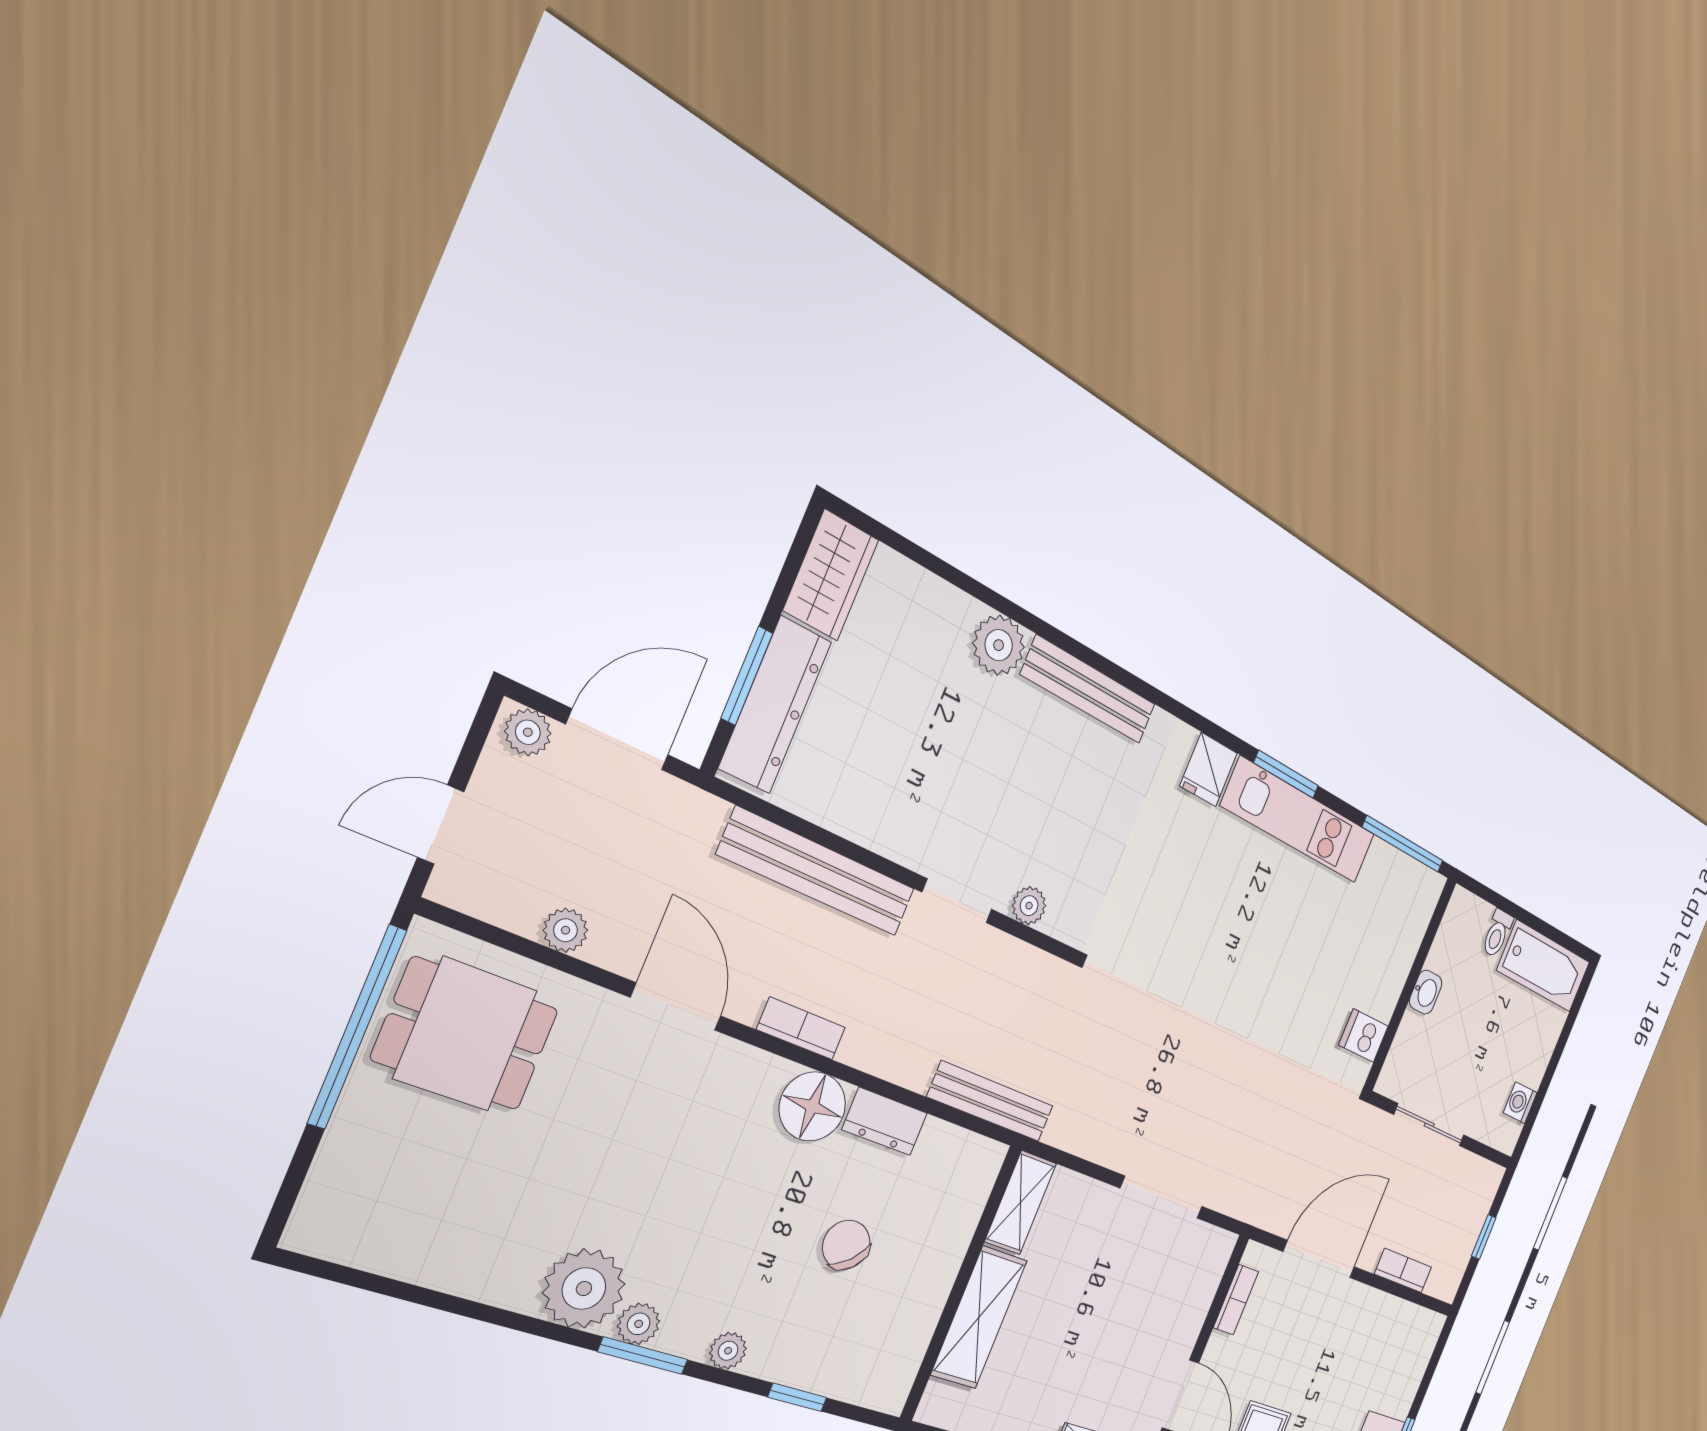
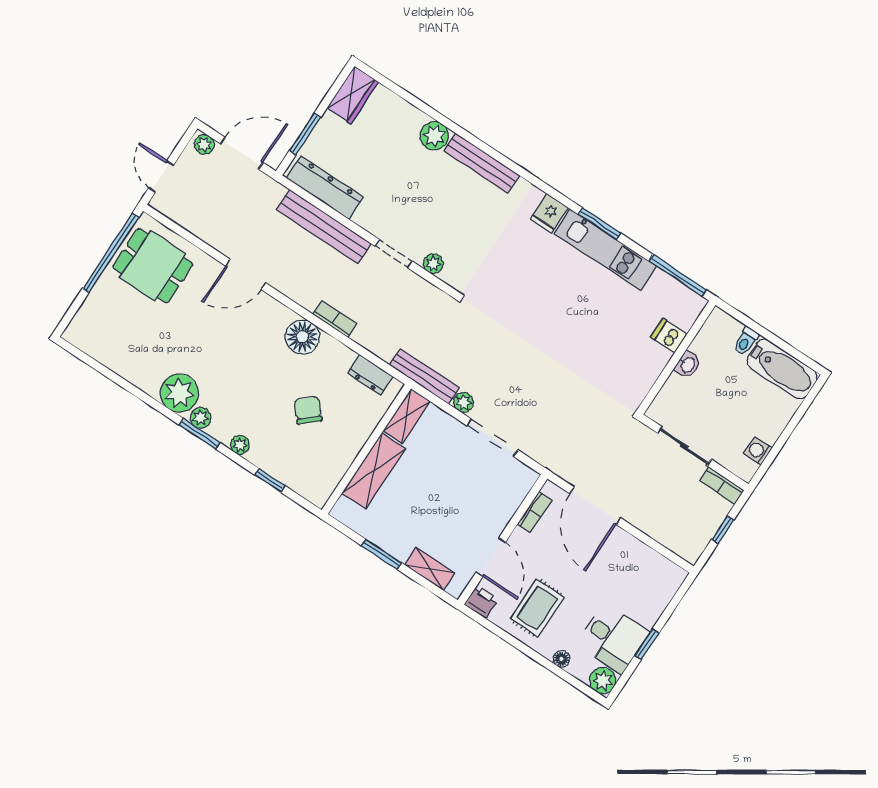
dresser: (775, 705) -> (325, 188), moved, turned -90
door: (441, 824) -> (161, 177), hinge flipped
plant: (565, 930) -> (463, 402), moved
door: (676, 1007) -> (246, 274), swing flipped
bookcase: (801, 1028) -> (335, 319), moved
dishwasher: (1363, 1036) -> (669, 336), moved
bench: (991, 1101) -> (424, 376), moved
dresser: (885, 1121) -> (370, 375), moved
door: (1319, 1259) -> (595, 506), swing flipped
bookcase: (1403, 1271) -> (722, 486), moved, turned 180

